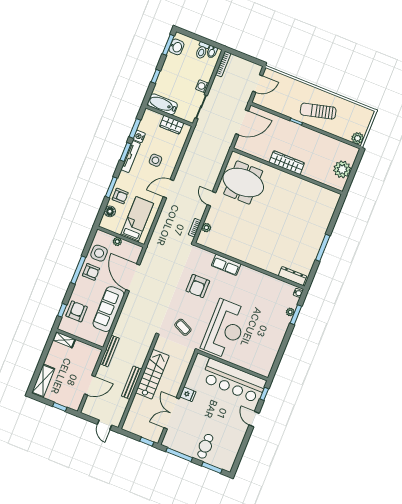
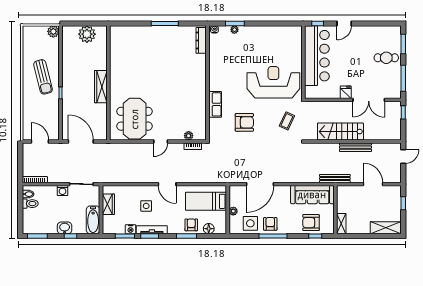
washbasin: (176, 47) -> (65, 228), moved
sofa: (109, 309) -> (312, 195), moved

